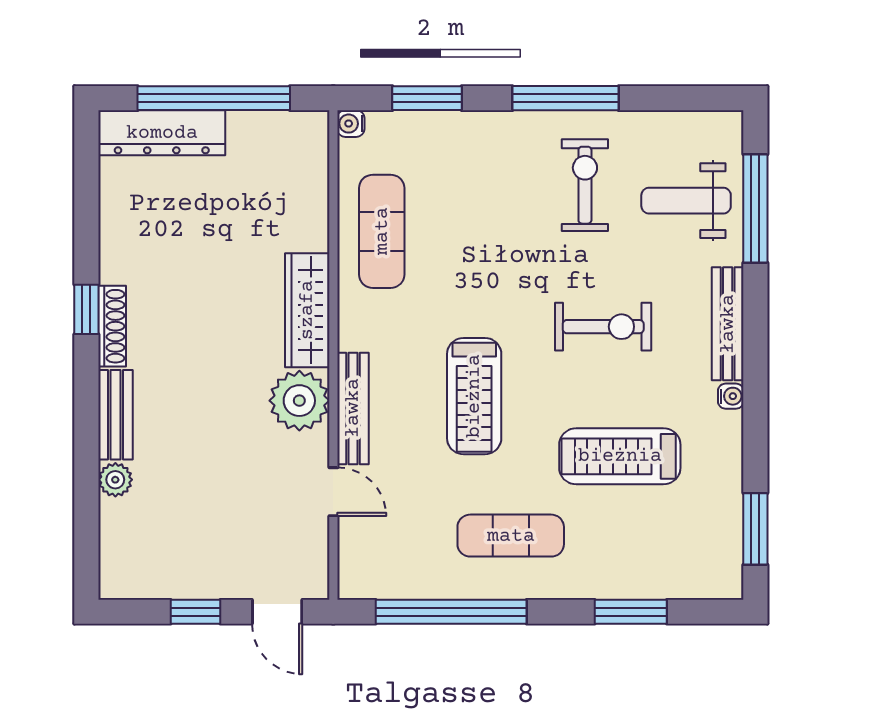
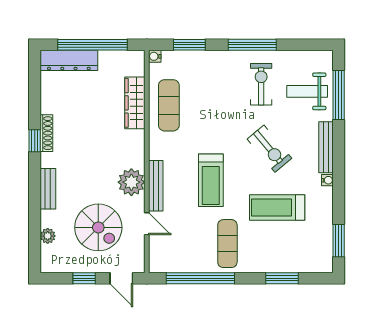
wardrobe: (307, 310) -> (135, 103), moved
shoe rack: (112, 326) -> (46, 133), moved
exercise bike: (603, 327) -> (269, 149), turned 50
plant: (115, 480) -> (48, 236), moved
spiral stairs: (227, 500) -> (98, 227), added
exercise mat: (511, 536) -> (227, 244), turned 90

